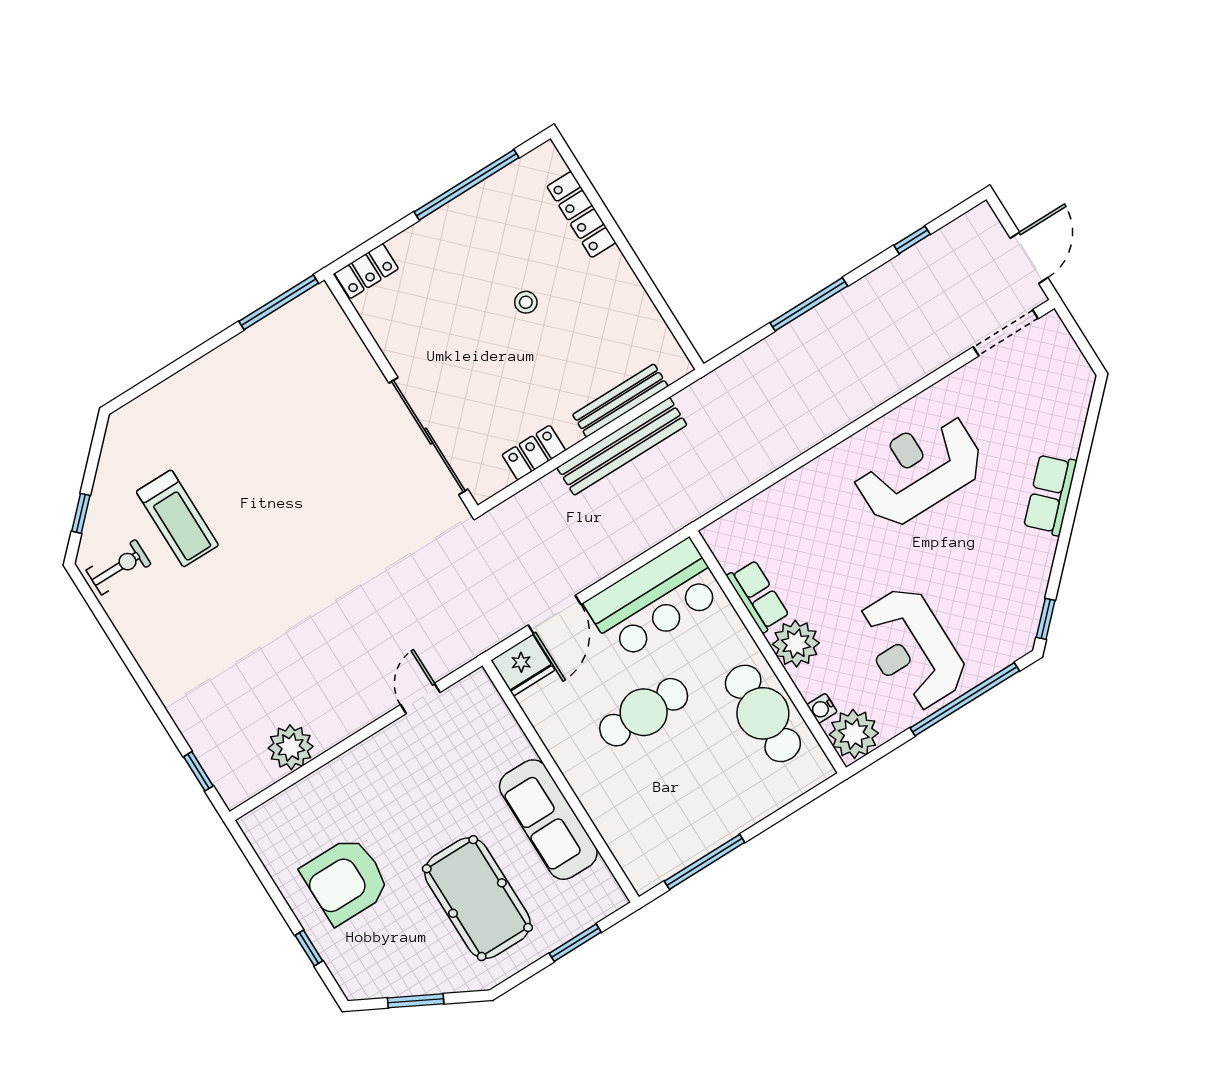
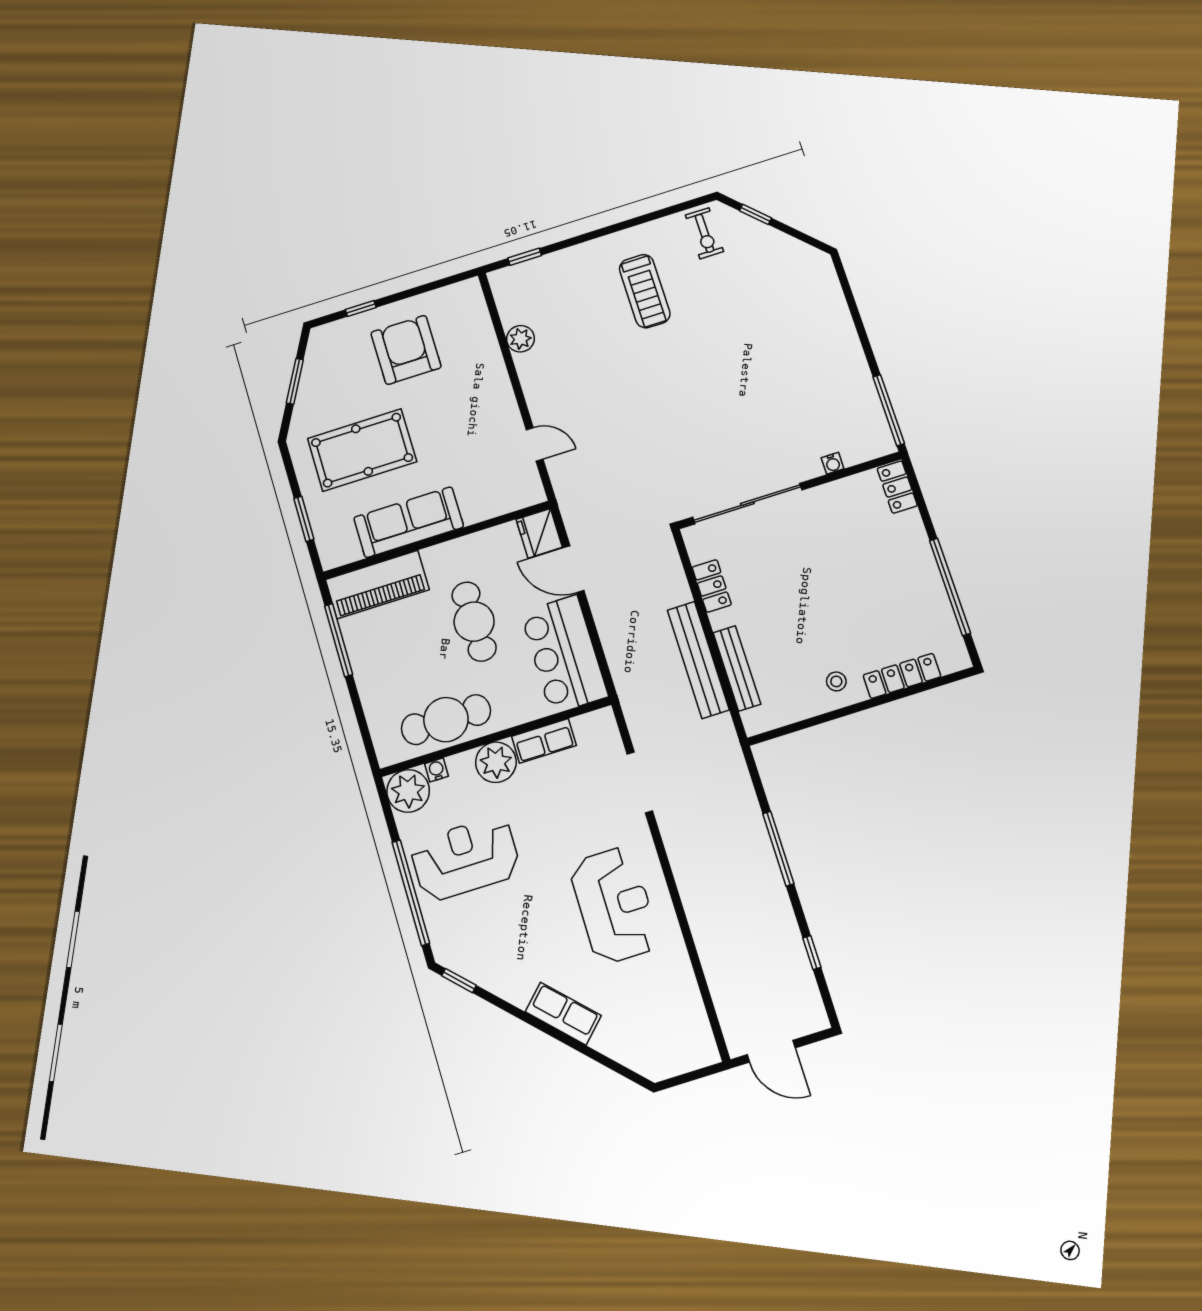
stool: (526, 302) -> (836, 681), moved
doorway: (1006, 333) -> (640, 782), moved
water cooler: (357, 351) -> (833, 463), added
treadmill: (177, 518) -> (645, 291), moved, turned -90
plant: (291, 747) -> (521, 339), width x0.73, depth x0.73
piano: (630, 835) -> (377, 585), added

